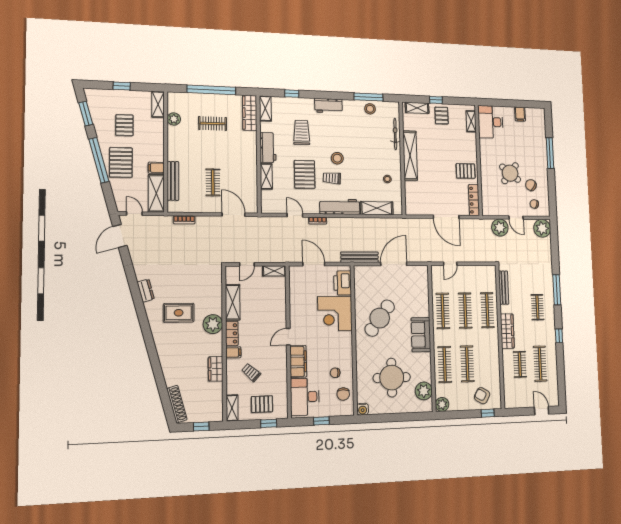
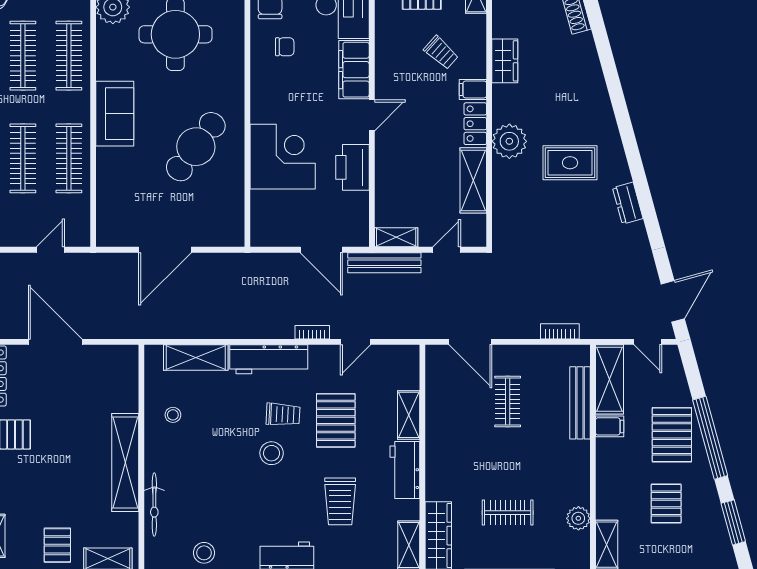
door: (295, 215) -> (355, 342), hinge flipped
bench: (360, 257) -> (384, 263), moved
printer: (343, 283) -> (352, 167), moved, turned 180

